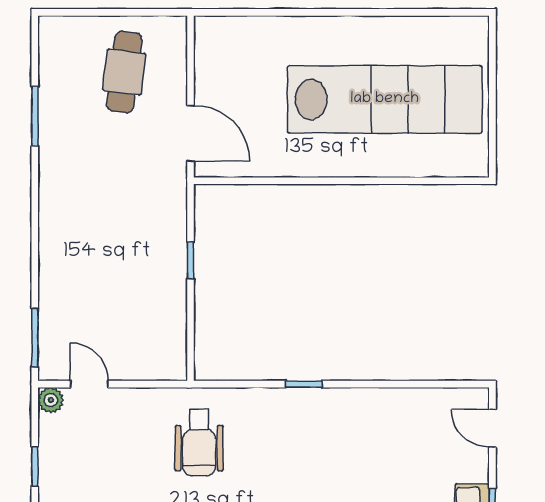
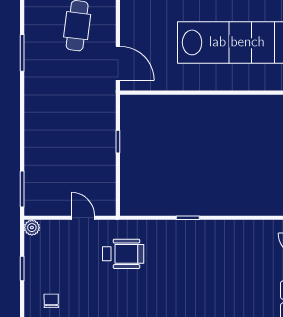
door: (89, 384) -> (83, 218), moved
wheelchair: (199, 443) -> (123, 254), turned -90

